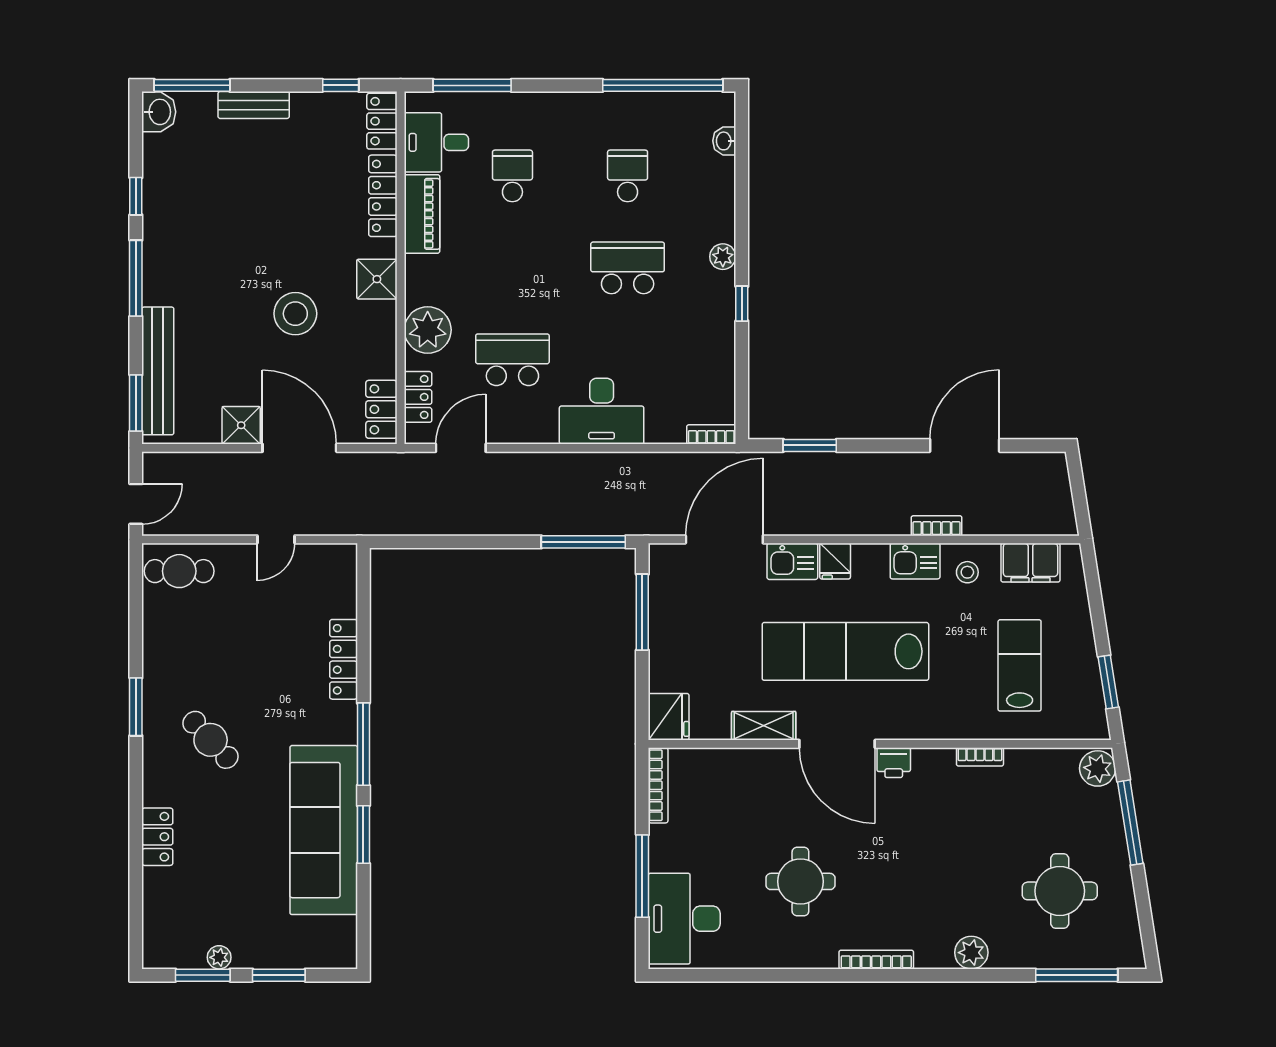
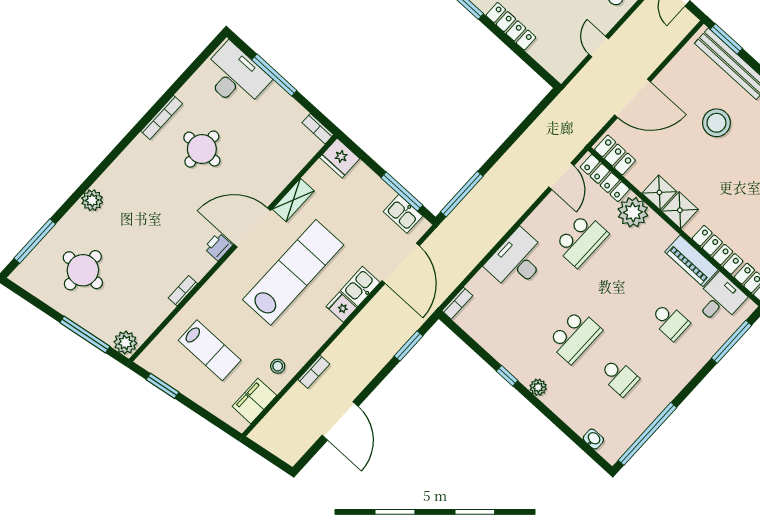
stool: (295, 314) -> (716, 123), moved
locker: (418, 397) -> (605, 178), width x1.53
shower: (241, 425) -> (659, 192), moved
kitchen sink: (915, 561) -> (403, 214), moved, turned -90
bookcase: (658, 785) -> (318, 129), width x0.64
bookcase: (876, 960) -> (162, 117), moved

